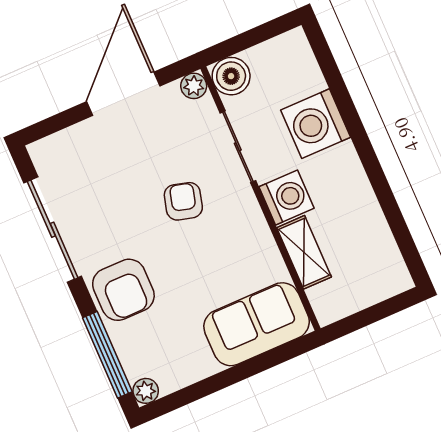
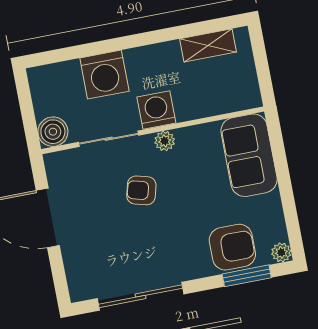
plant: (194, 86) -> (165, 141), moved
shelving: (304, 252) -> (208, 45), moved
armchair: (123, 290) -> (232, 247), moved
window: (107, 355) -> (247, 276), width x0.69

